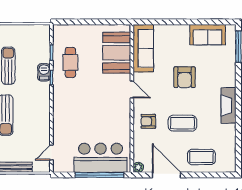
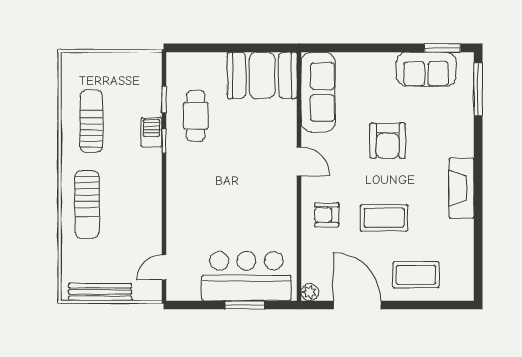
window: (217, 22) -> (442, 48), added
booth: (117, 53) -> (262, 75), moved, turned 90
window: (99, 175) -> (245, 305), width x0.47

